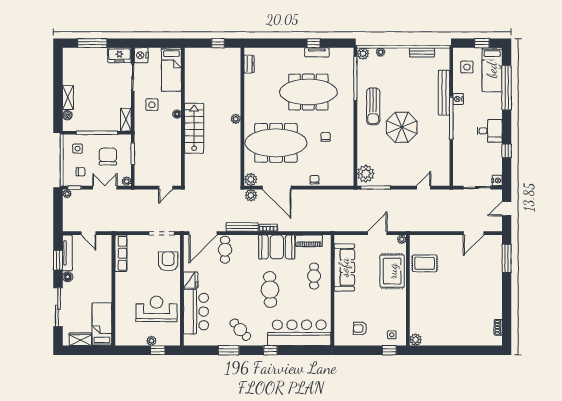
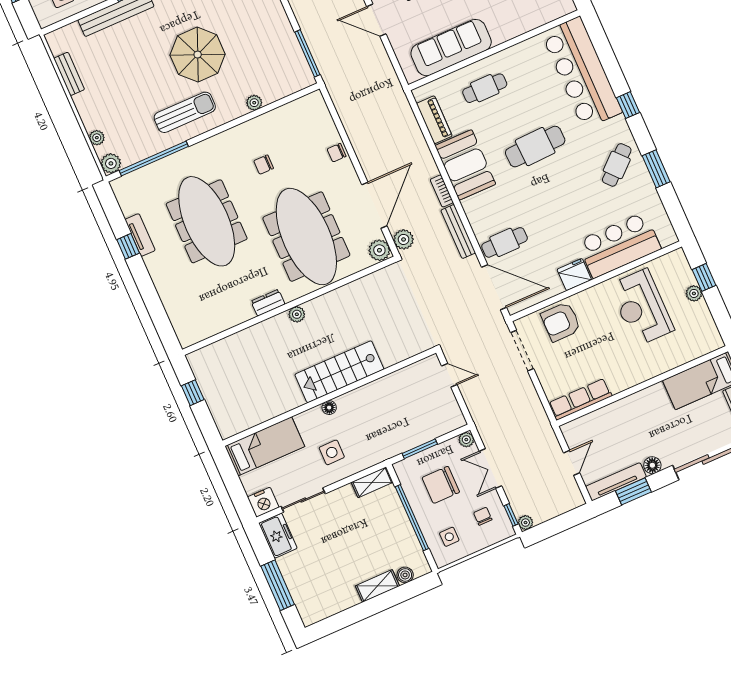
dresser: (249, 64) -> (268, 303), moved
plant: (366, 174) -> (254, 103), moved, width x0.53, depth x0.53

